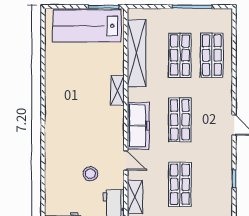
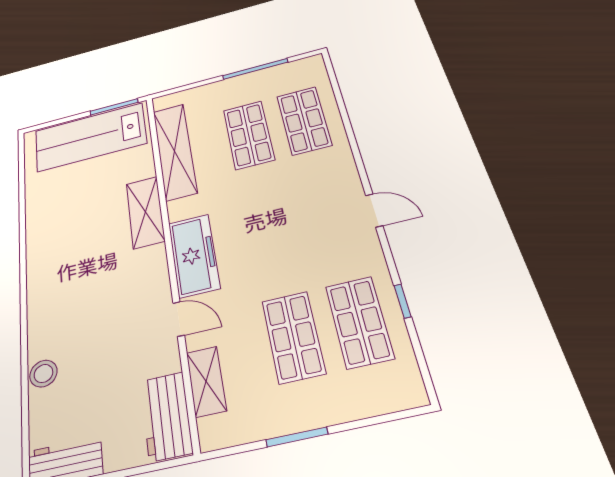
shelving: (117, 90) -> (145, 212), width x1.50, depth x1.33
shop shelf: (180, 120) -> (359, 322), moved
stool: (90, 174) -> (43, 374), moved

